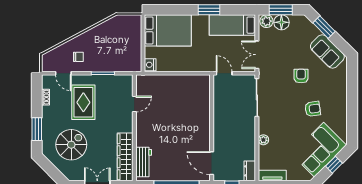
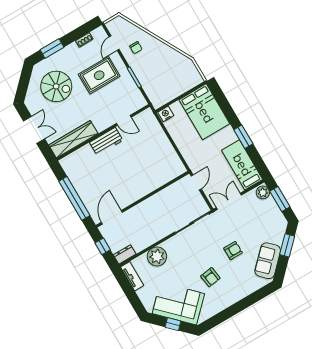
floor lamp: (281, 22) -> (270, 206), removed
plant: (263, 140) -> (157, 257), width x1.88, depth x1.88
workbench: (144, 162) -> (106, 141), moved

